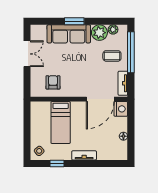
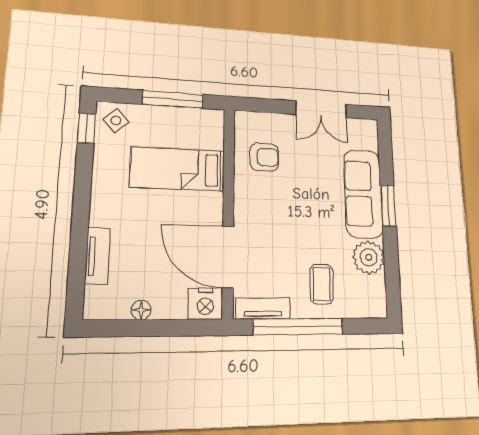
plant: (113, 29) -> (376, 287), removed
window: (131, 52) -> (298, 327), moved
window: (27, 126) -> (173, 99), added
tv unit: (84, 155) -> (98, 256), moved
window: (57, 163) -> (87, 128), moved

